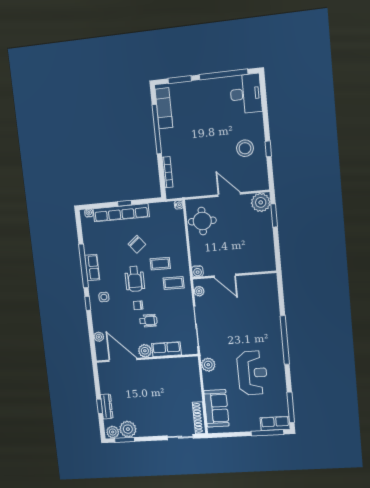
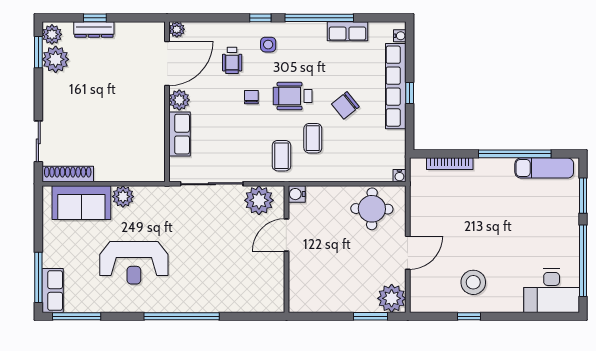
row of seats: (92, 268) -> (347, 31), moved
plant: (199, 291) -> (259, 200), width x1.88, depth x1.88
wheelchair: (148, 321) -> (232, 60), moved
plant: (99, 337) -> (177, 29), moved
plant: (208, 365) -> (123, 197), moved

